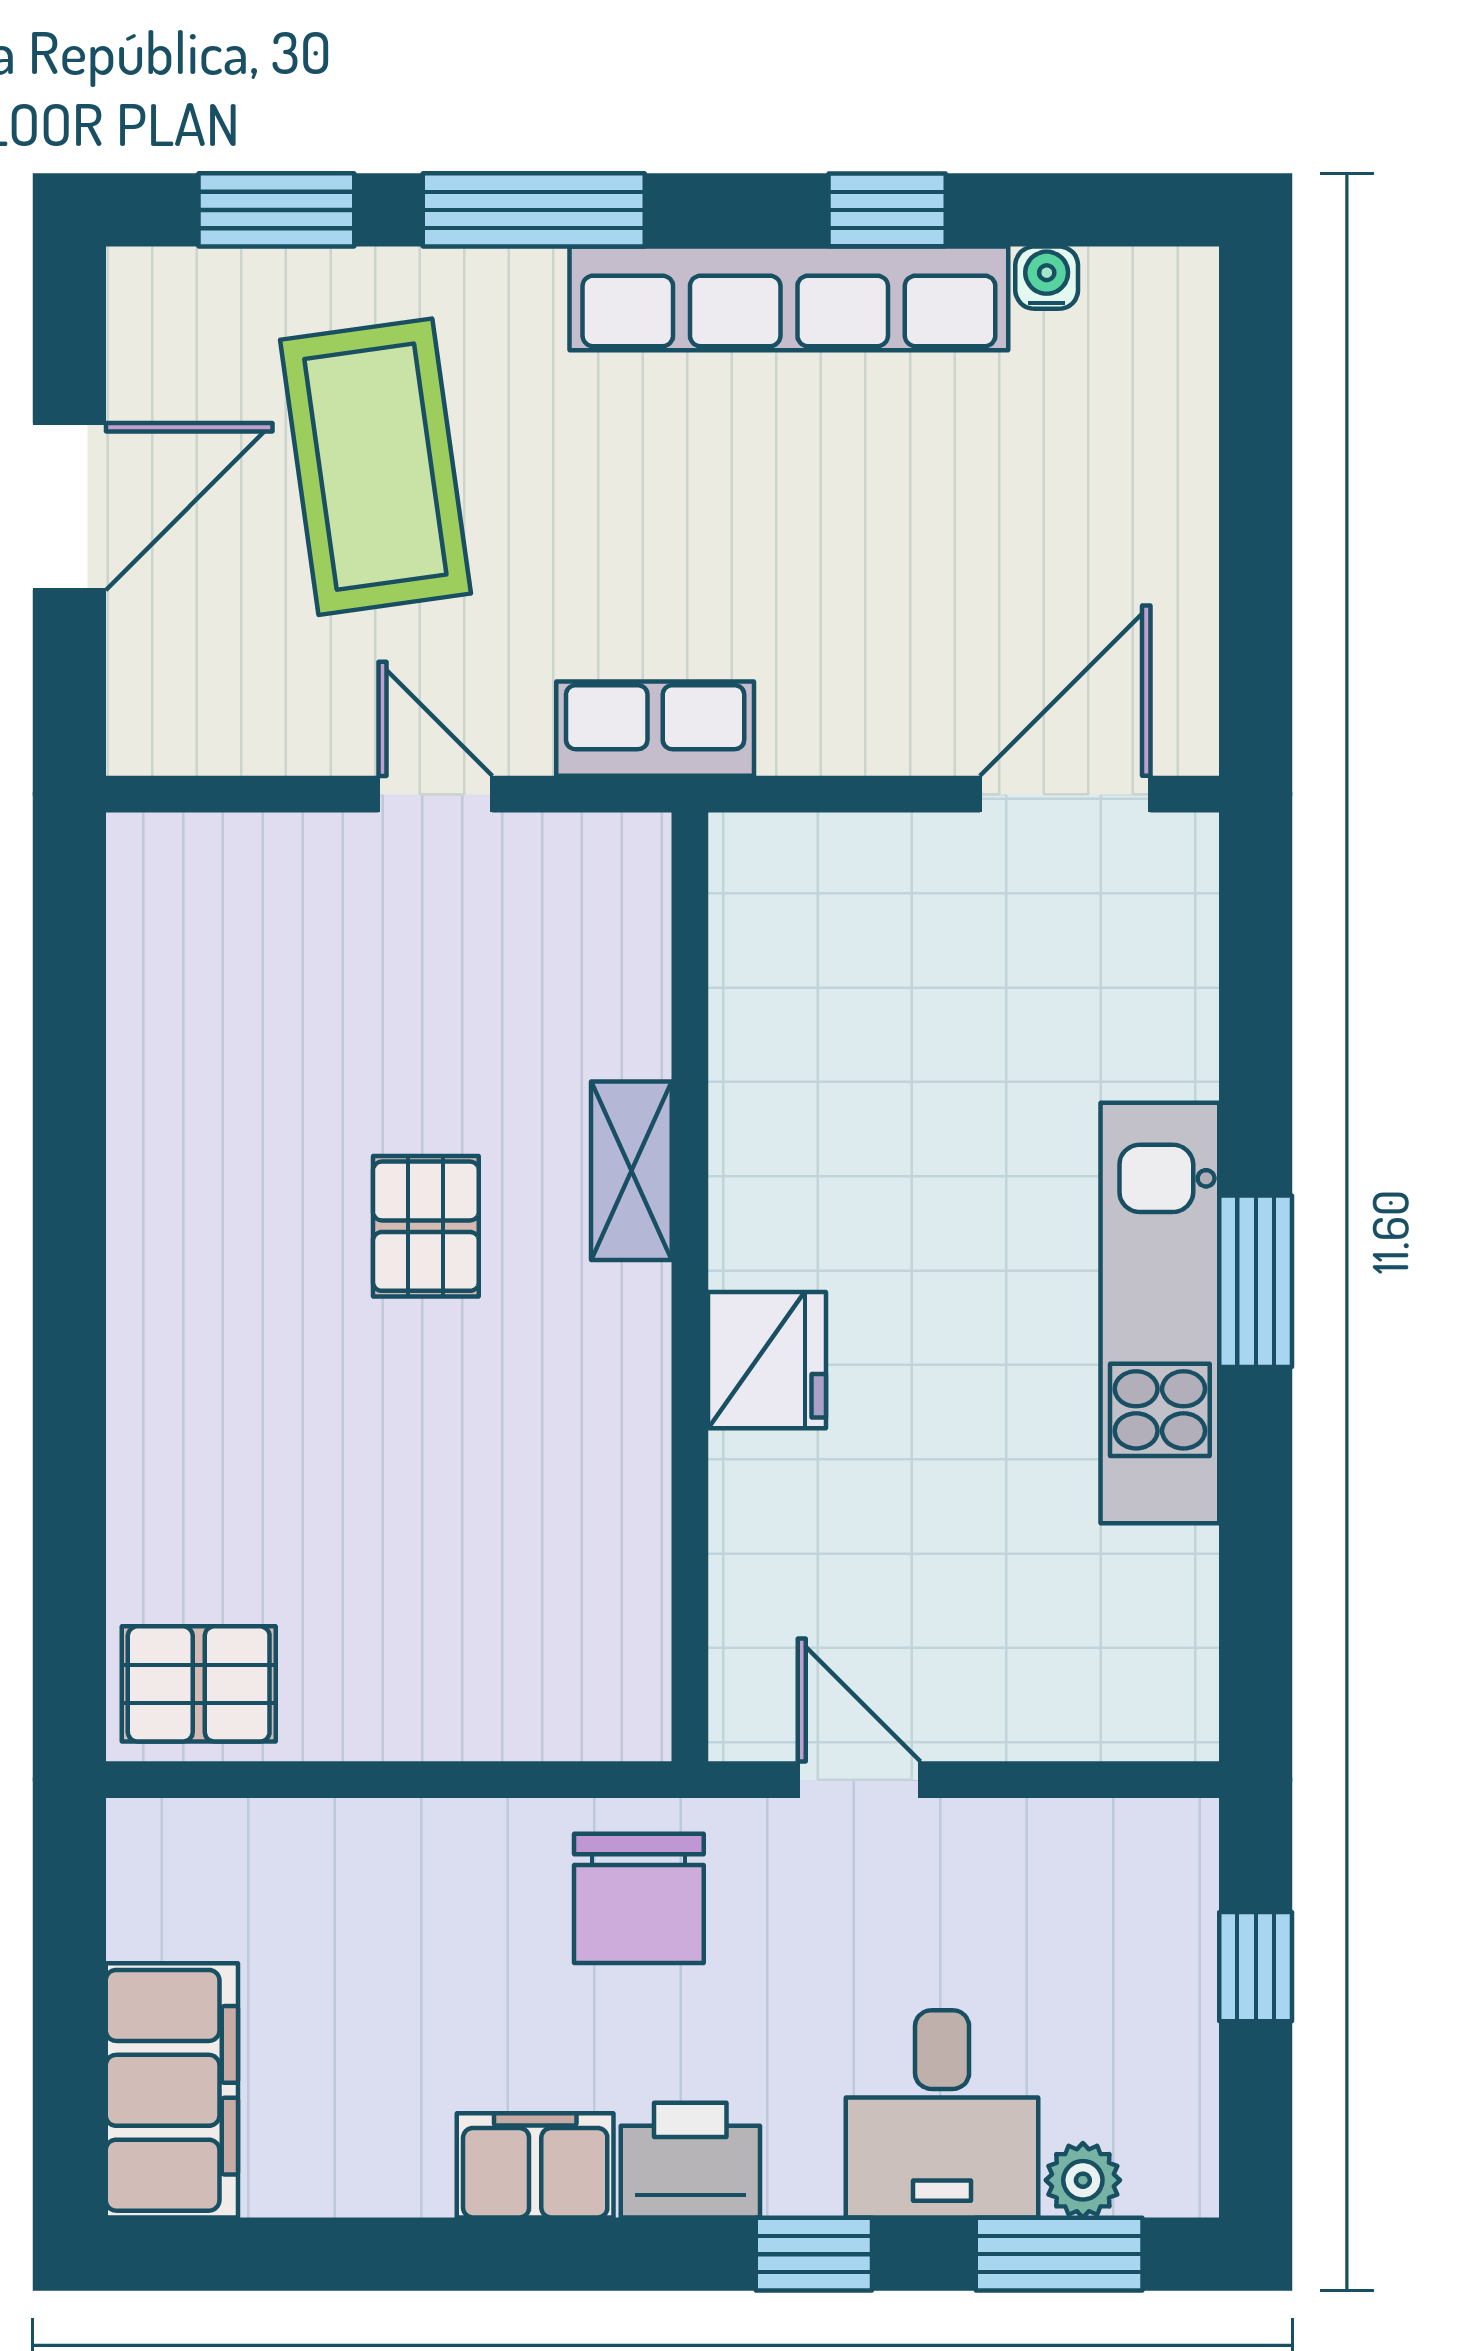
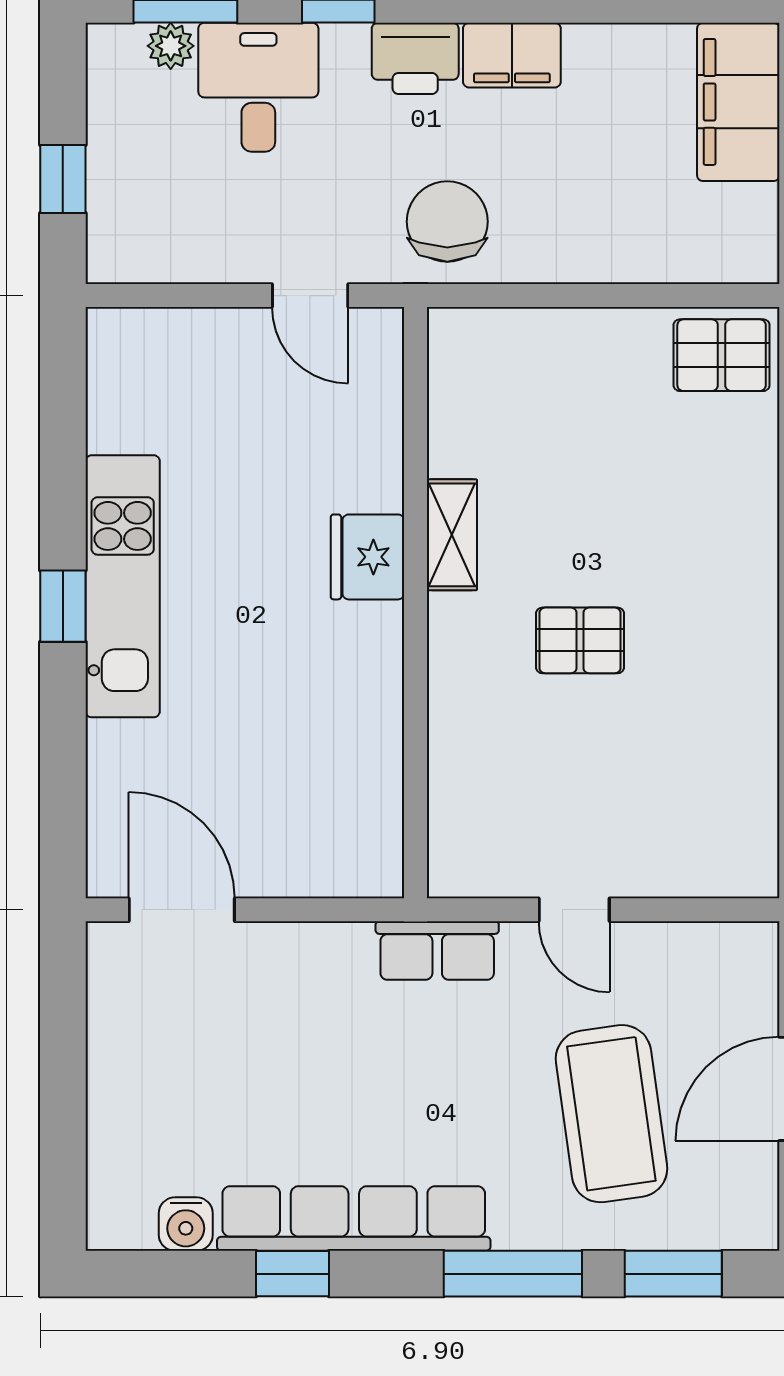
water cooler: (1047, 278) -> (186, 1224), width x1.38, depth x1.38
door: (1065, 794) -> (182, 910), swing flipped
shelving: (631, 1171) -> (452, 535), moved
pallet: (426, 1226) -> (580, 640), turned 90
window: (1256, 1281) -> (63, 606), width x0.67

